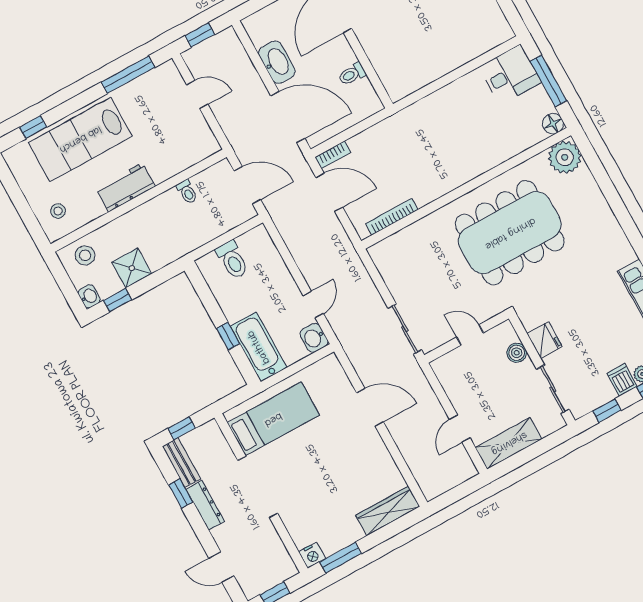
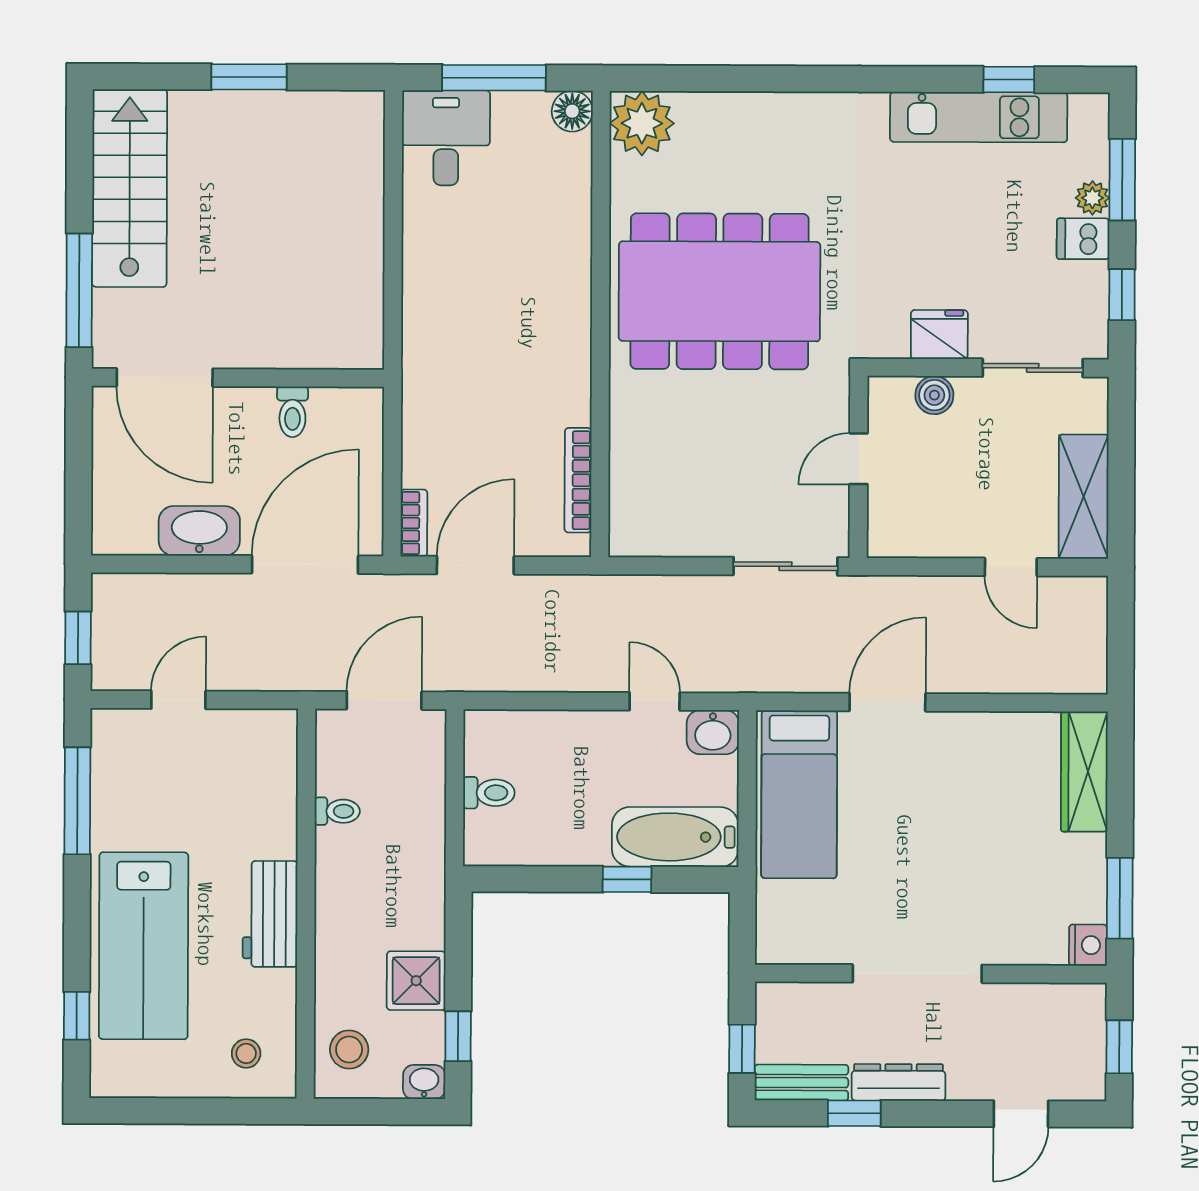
dining table: (510, 233) -> (719, 291), turned 90
toilet: (232, 260) -> (489, 793), width x0.73, depth x0.72
bed: (273, 419) -> (799, 794), moved, turned 180

